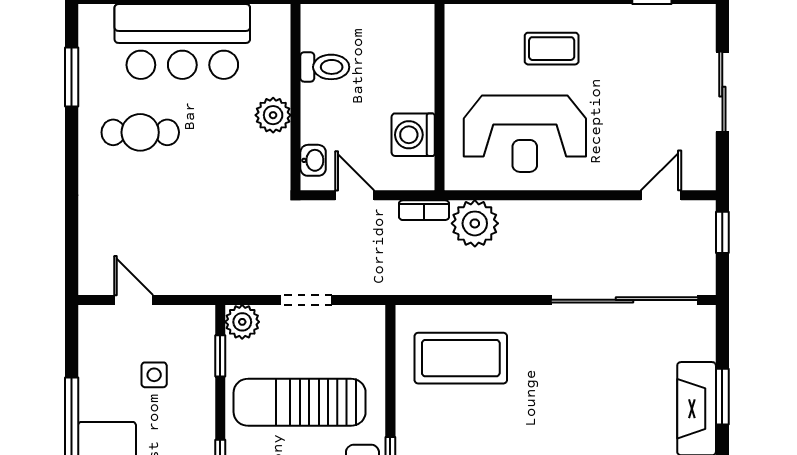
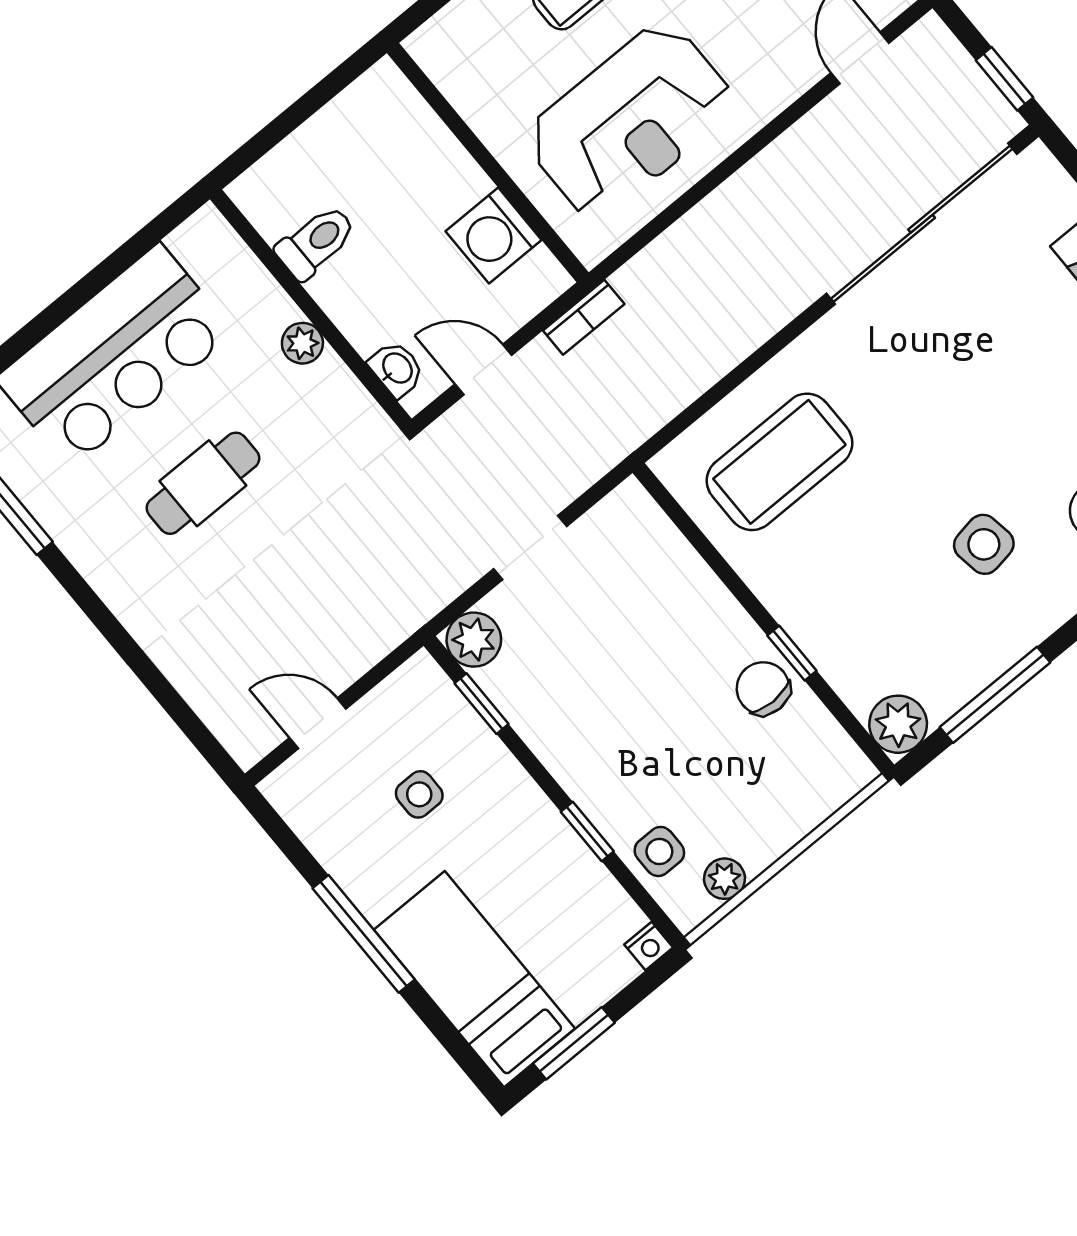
plant: (273, 115) -> (302, 343), width x0.73, depth x0.73
cafe table: (140, 132) -> (203, 483), moved
plant: (475, 223) -> (660, 282), removed
window: (722, 232) -> (1004, 79), moved
sun lounger: (300, 402) -> (626, 680), removed

